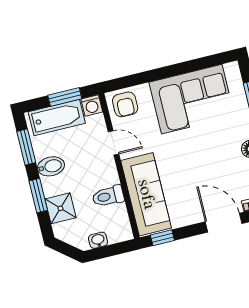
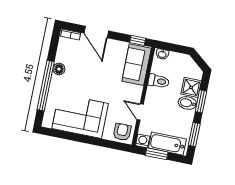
bidet: (51, 166) -> (187, 103), moved
sofa: (146, 194) -> (137, 65), width x0.73
washbasin: (98, 240) -> (162, 54), moved

